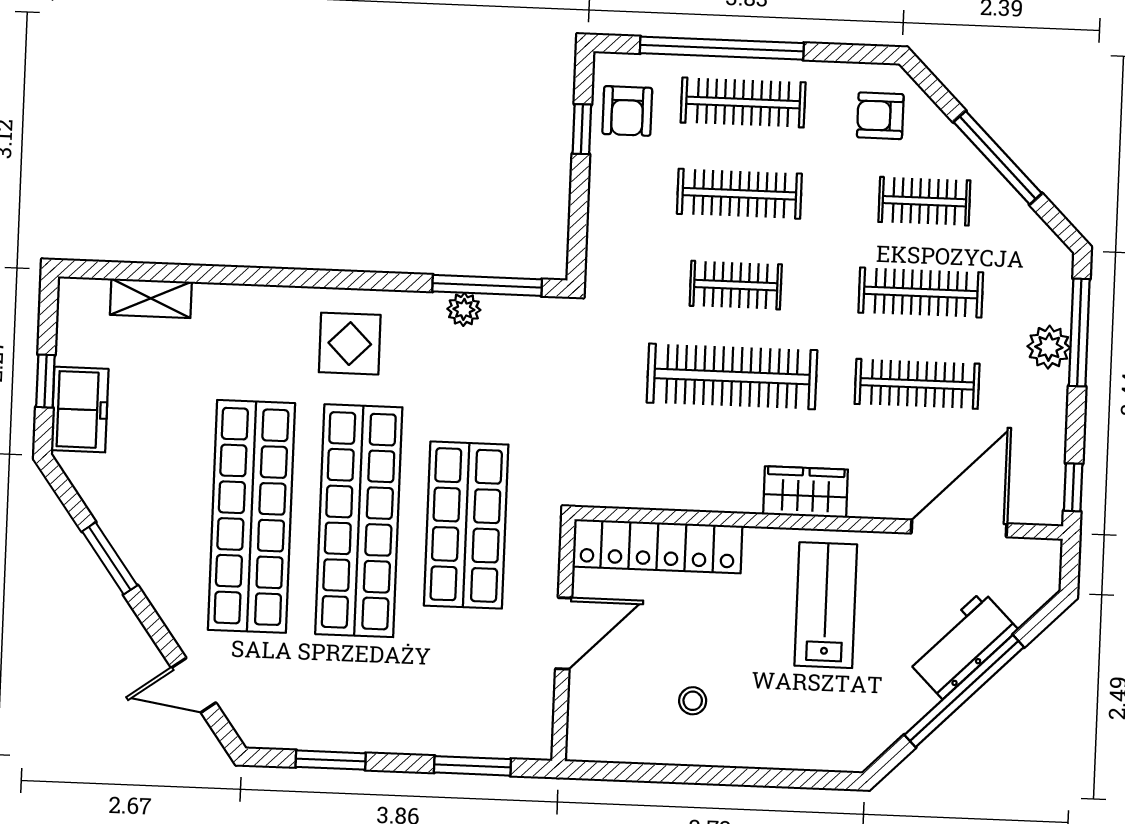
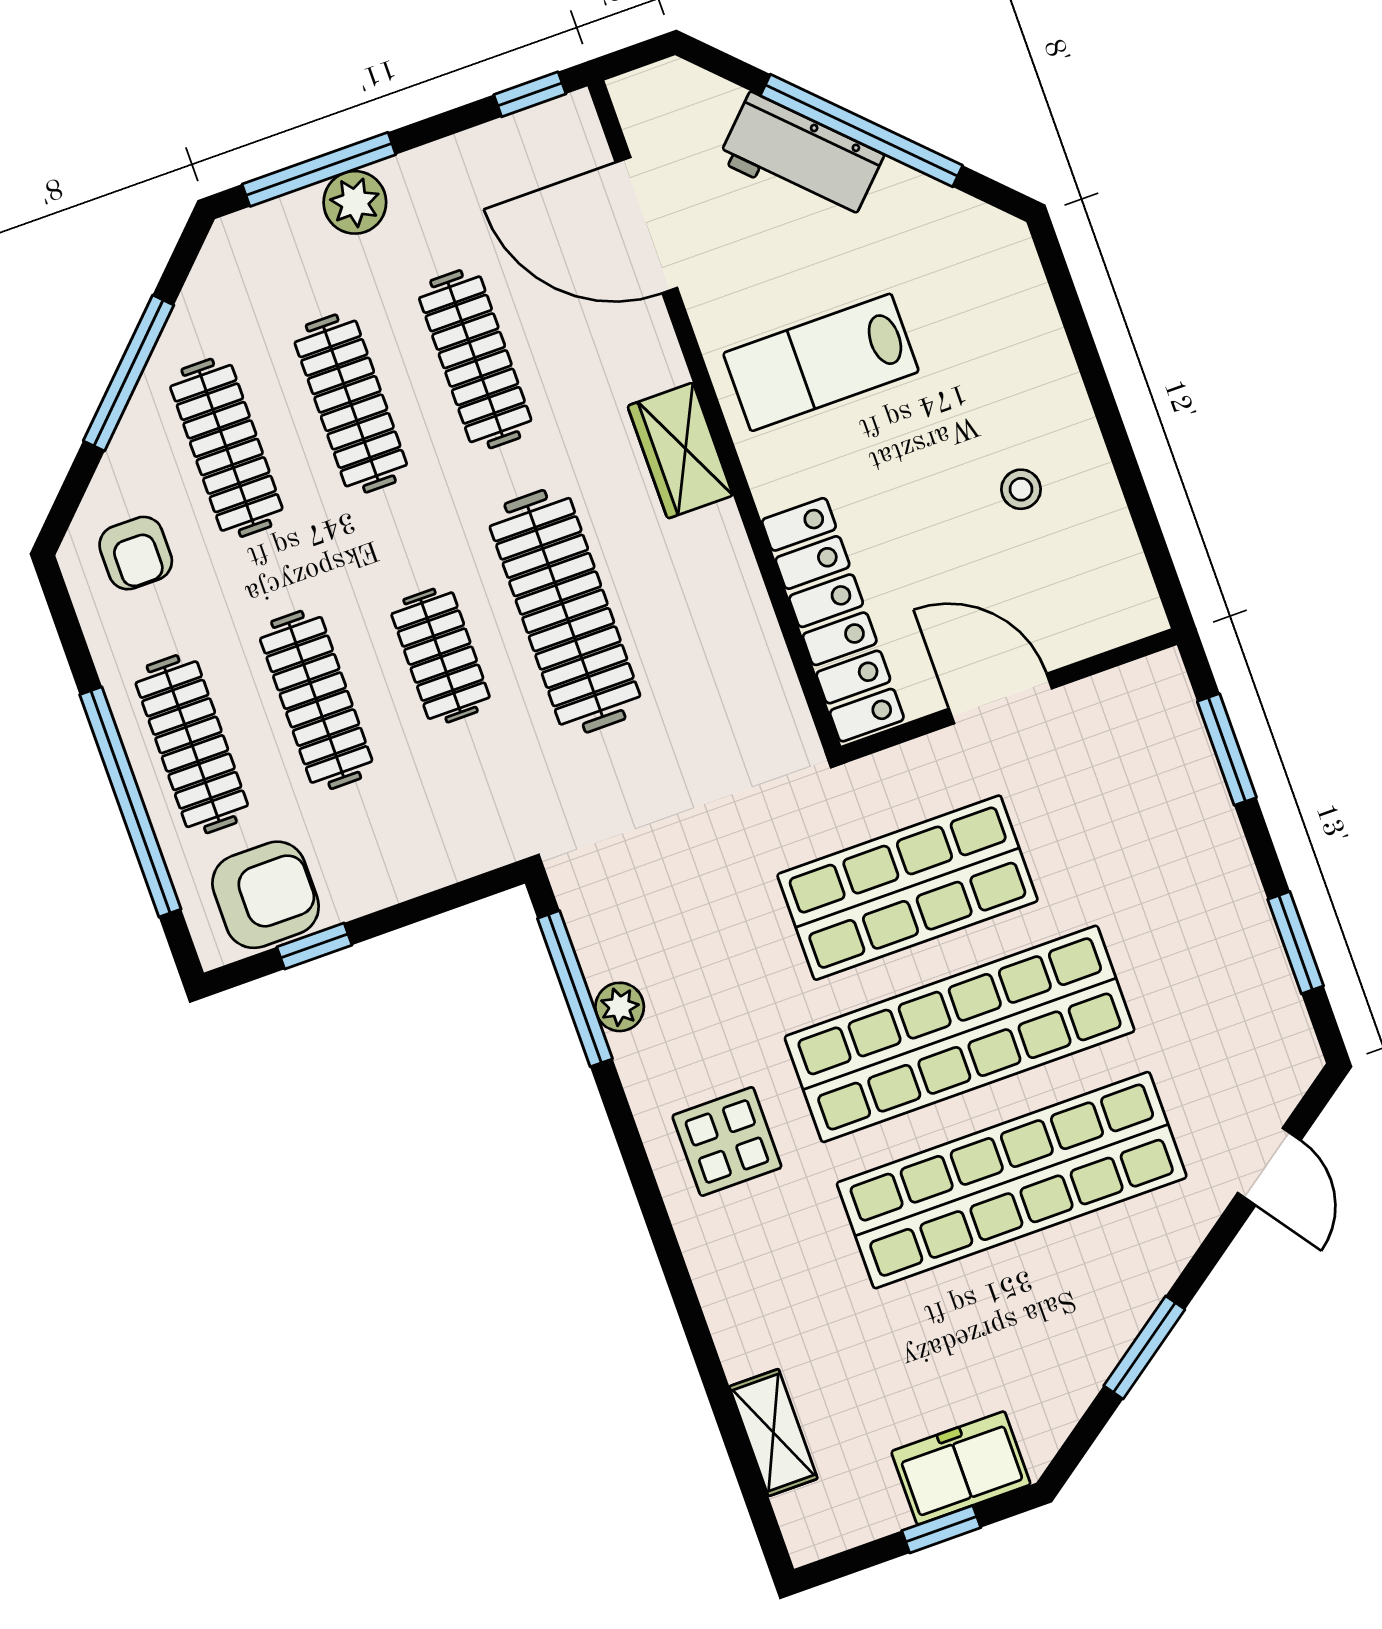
armchair: (627, 111) -> (266, 895), width x1.38, depth x1.38
clothes rail: (924, 201) -> (226, 448), width x1.36

